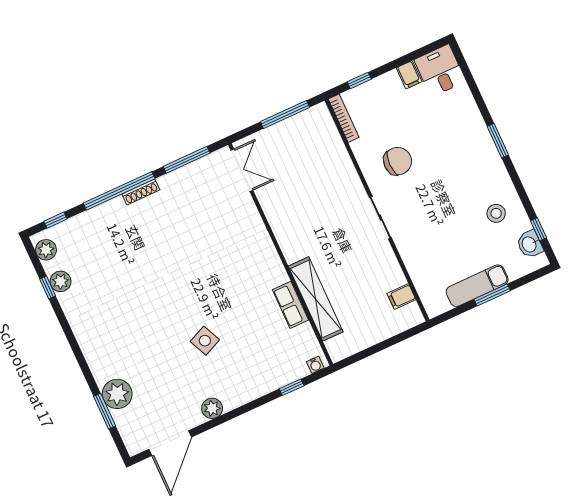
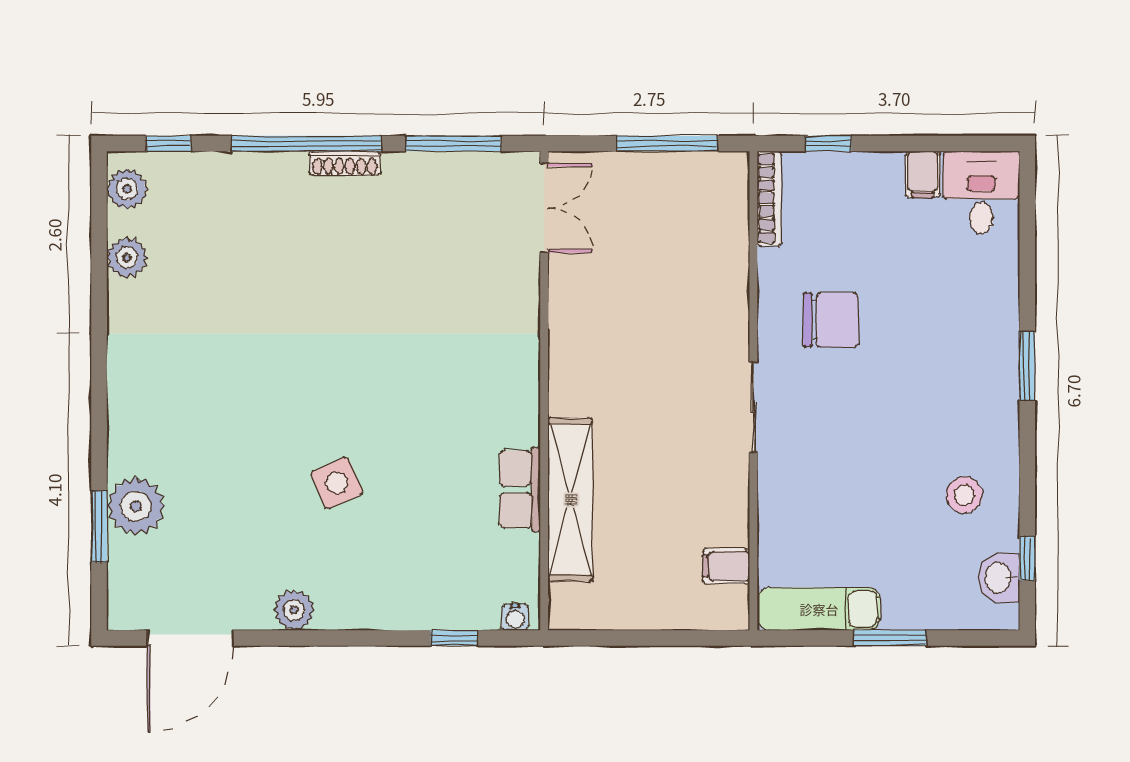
exam couch: (477, 286) -> (819, 609), moved
window: (48, 287) -> (99, 258), removed

